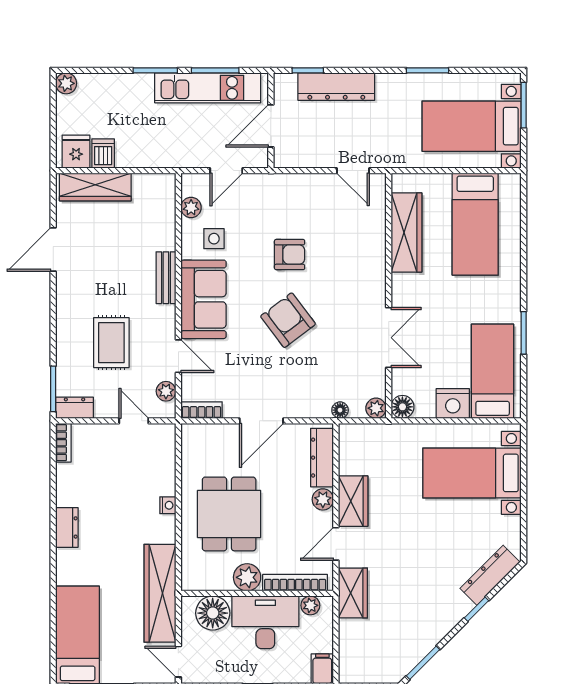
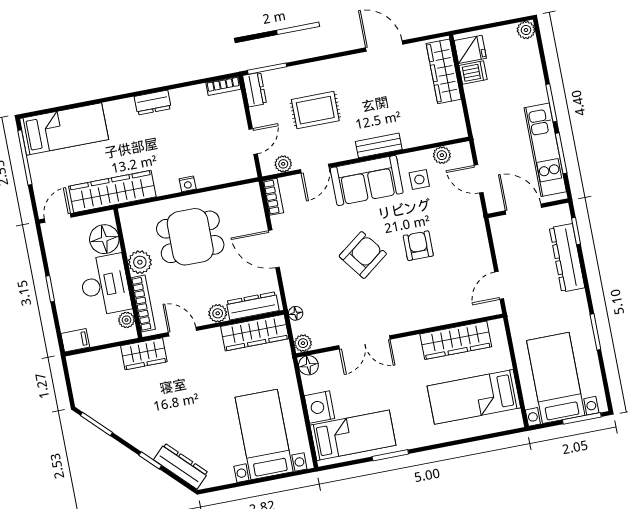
armchair: (290, 255) -> (418, 246), turned 180
wardrobe: (353, 501) -> (255, 333), moved, width x1.50

